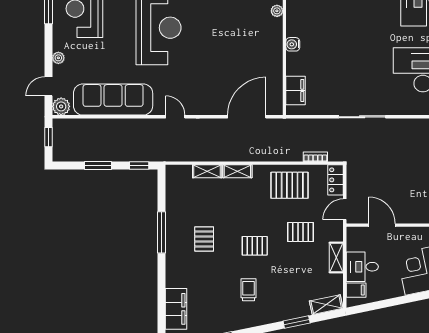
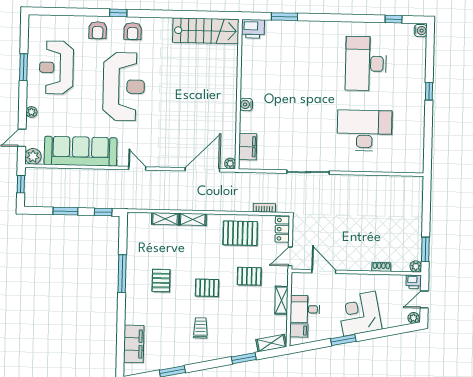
plant: (277, 11) -> (230, 163), moved
window: (405, 299) -> (343, 340), added

